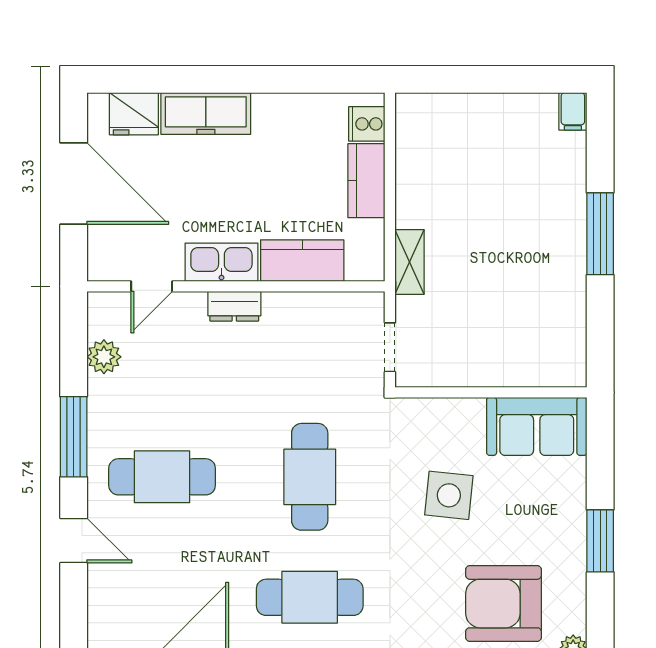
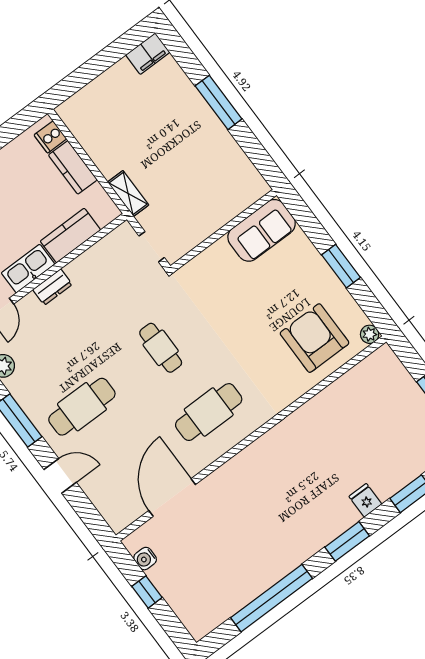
filing cabinet: (573, 111) -> (148, 54), width x2.00
cafe table: (310, 477) -> (161, 348), width x0.73, depth x0.74
side table: (449, 495) -> (242, 302), removed
armchair: (503, 604) -> (314, 338), turned 90

